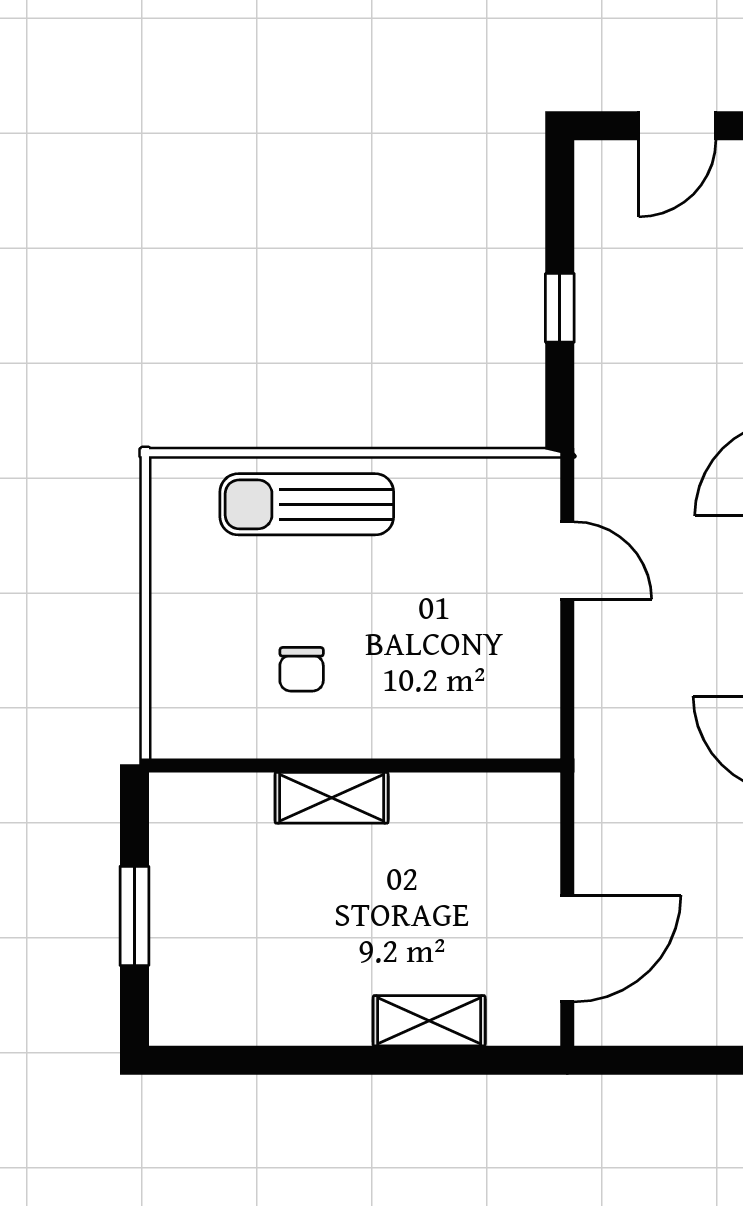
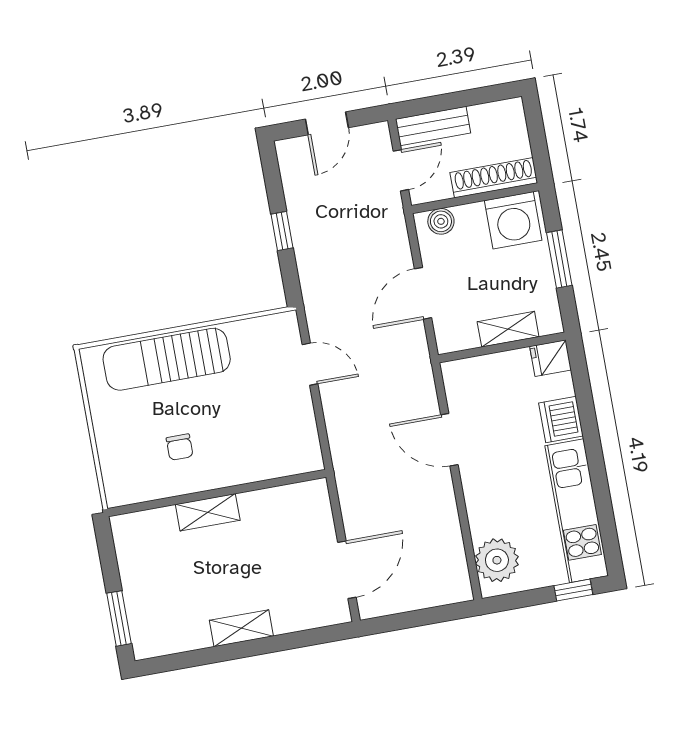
sun lounger: (307, 504) -> (167, 359), width x1.36, depth x1.34
window: (134, 916) -> (119, 618), moved
shelving: (429, 1021) -> (241, 628), moved

